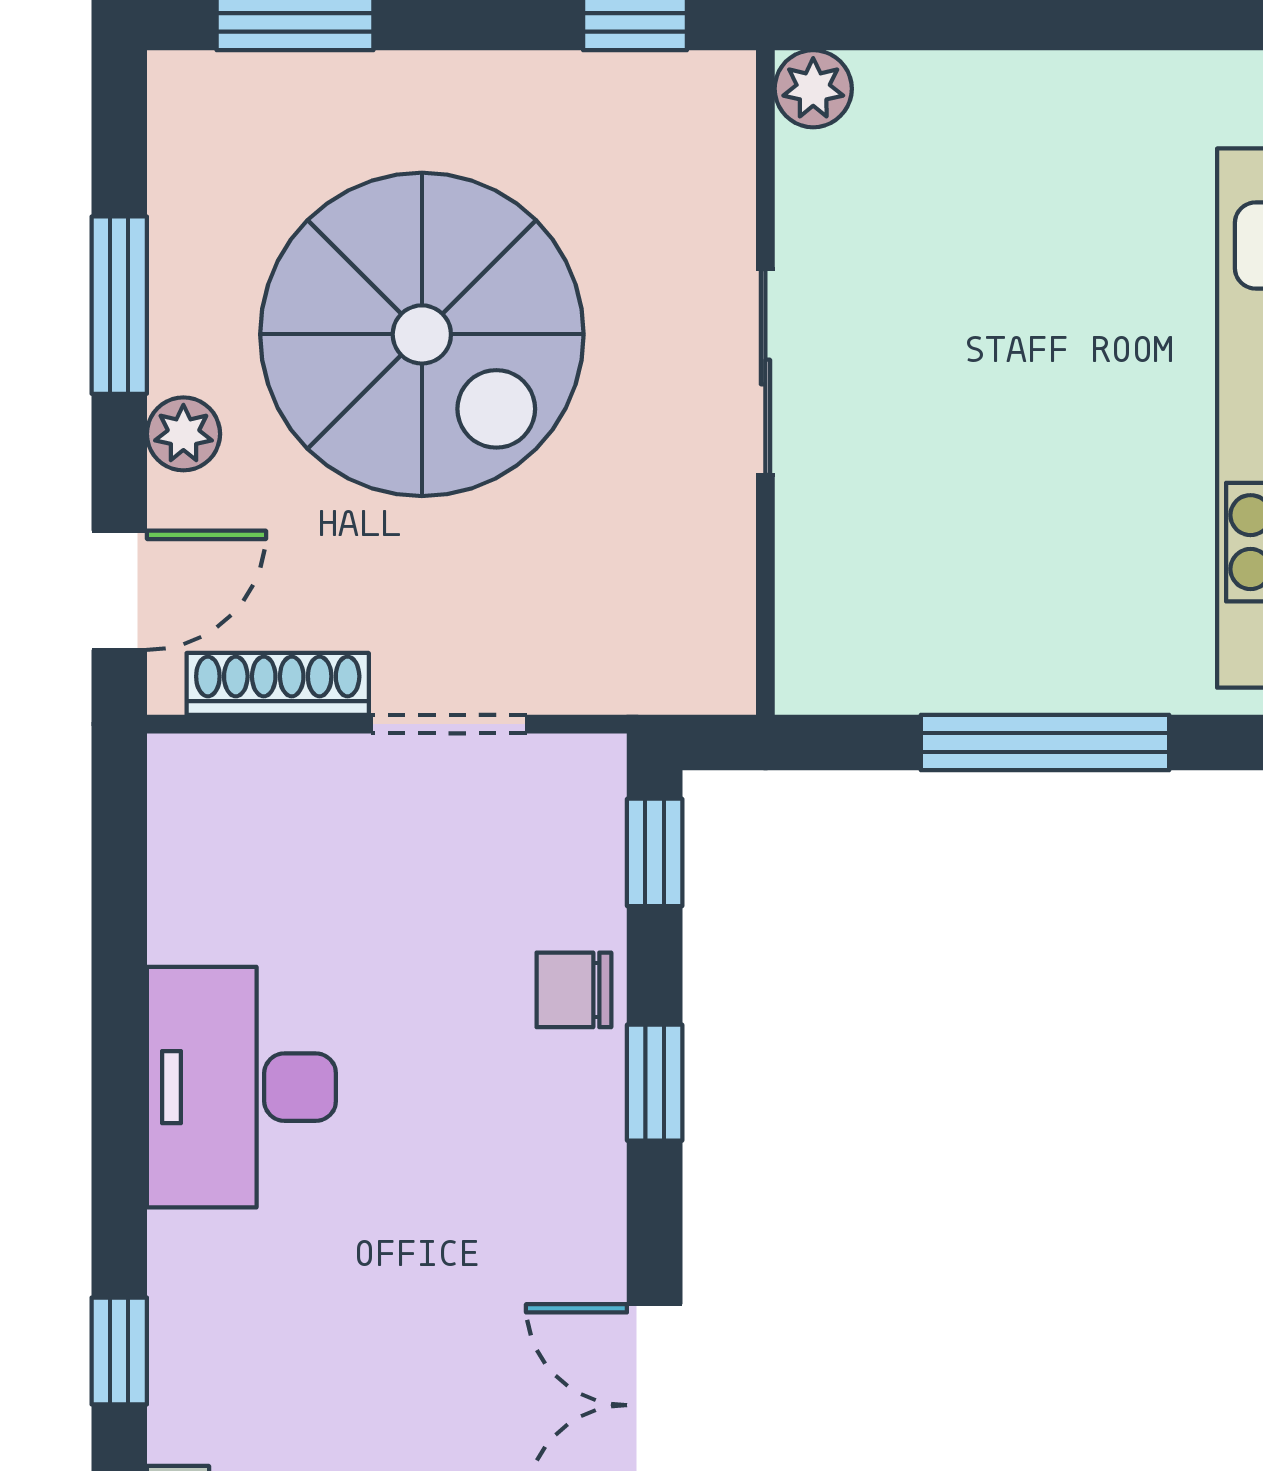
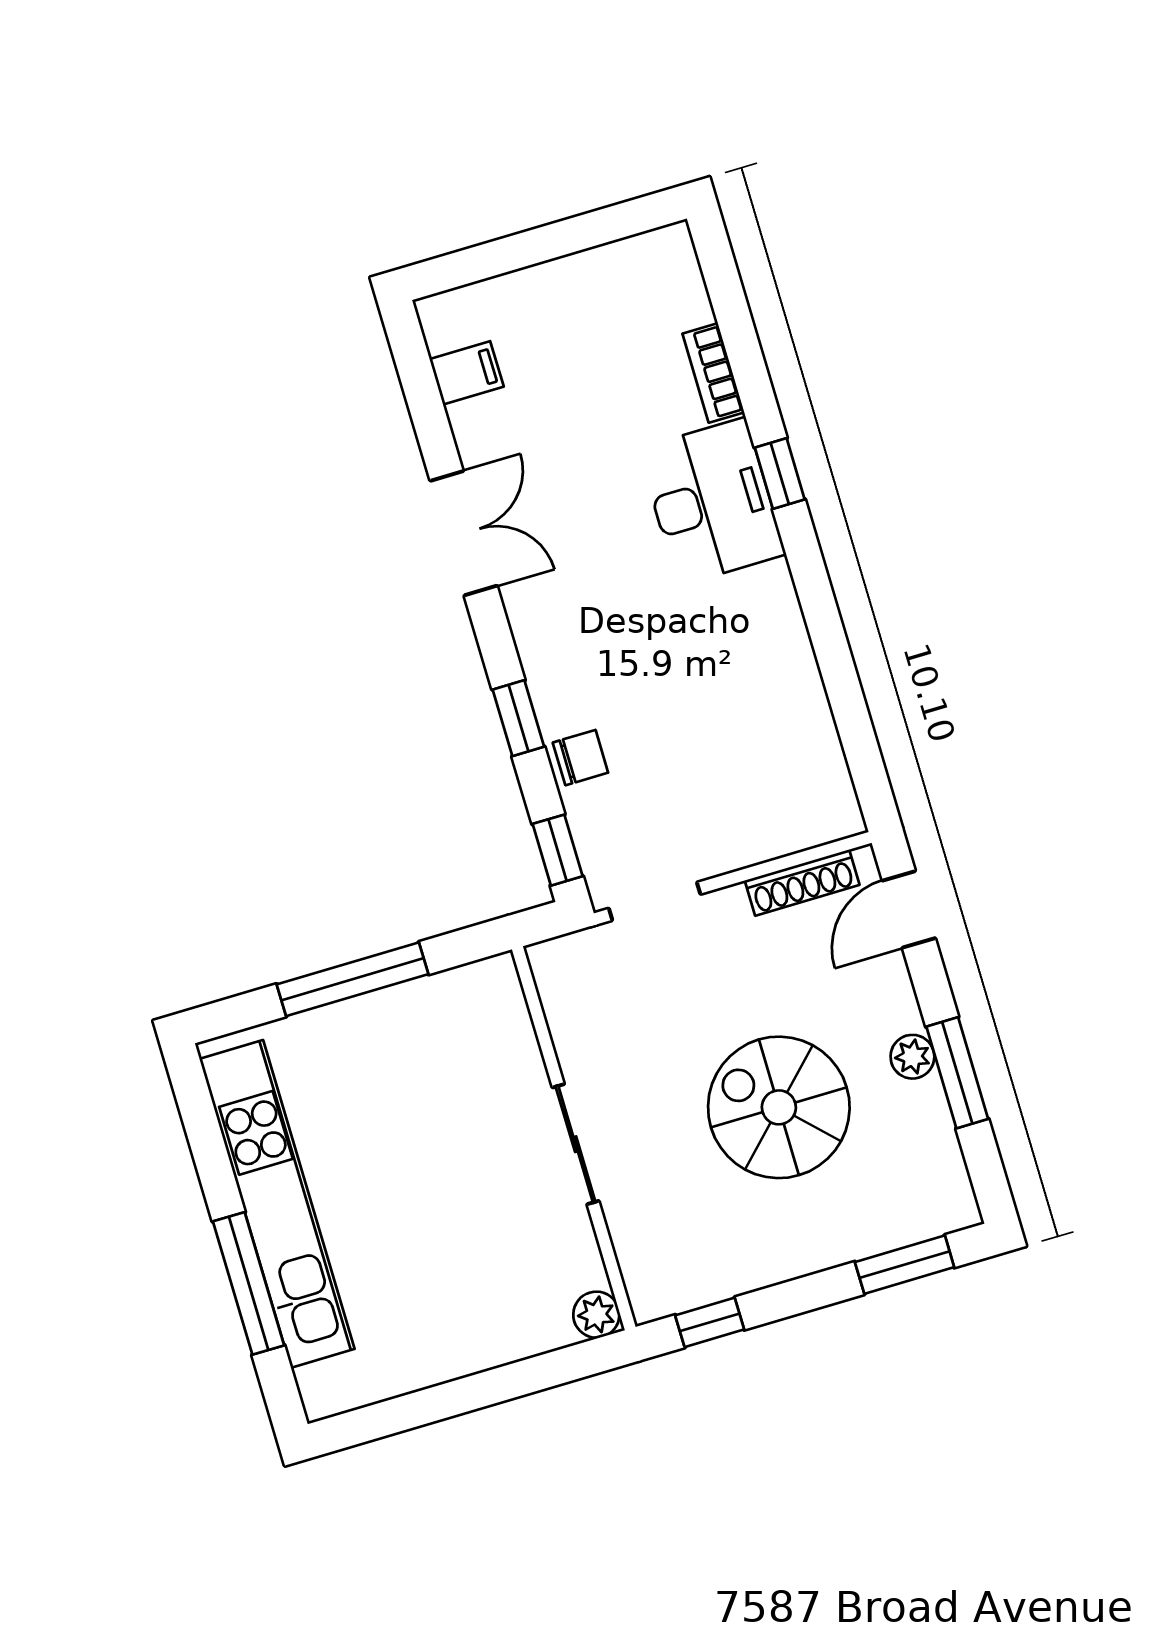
spiral stairs: (422, 334) -> (779, 1107), width x0.73, depth x0.73
plant: (183, 434) -> (912, 1057), moved
doorway: (449, 724) -> (655, 901), moved
desk: (241, 1087) -> (712, 502), moved

